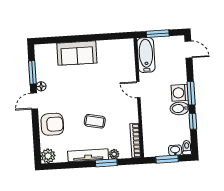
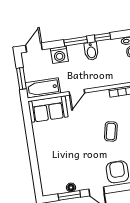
sofa: (77, 53) -> (48, 109), moved, turned 90
floor lamp: (41, 86) -> (71, 187), moved
washing machine: (180, 93) -> (59, 55), moved

